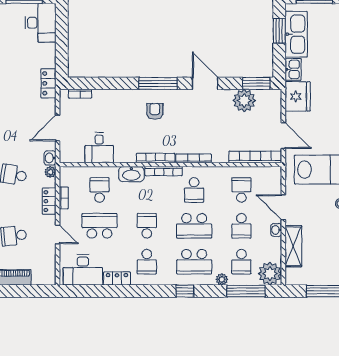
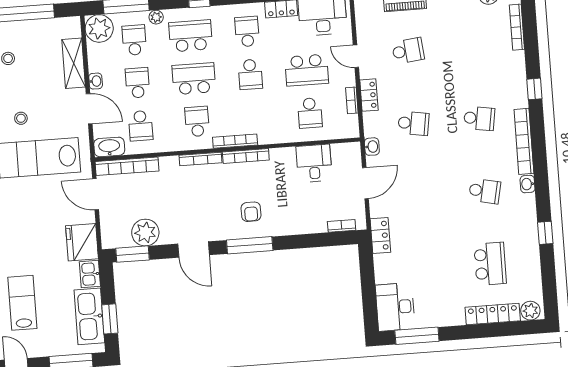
plant: (50, 172) -> (370, 130), removed
washbasin: (131, 174) -> (109, 147), moved

